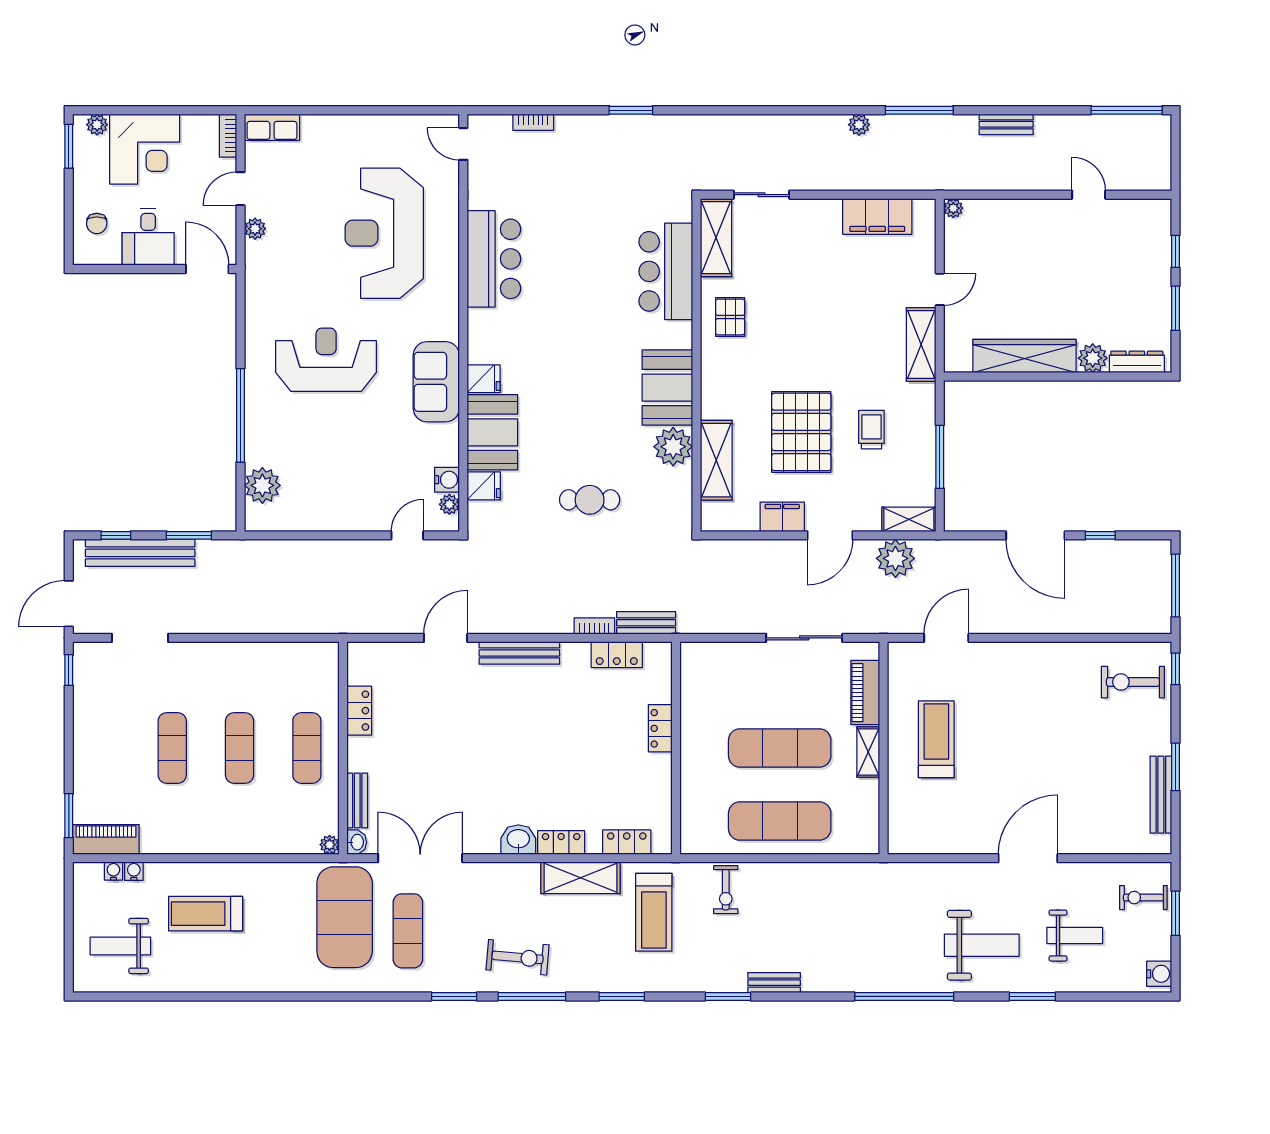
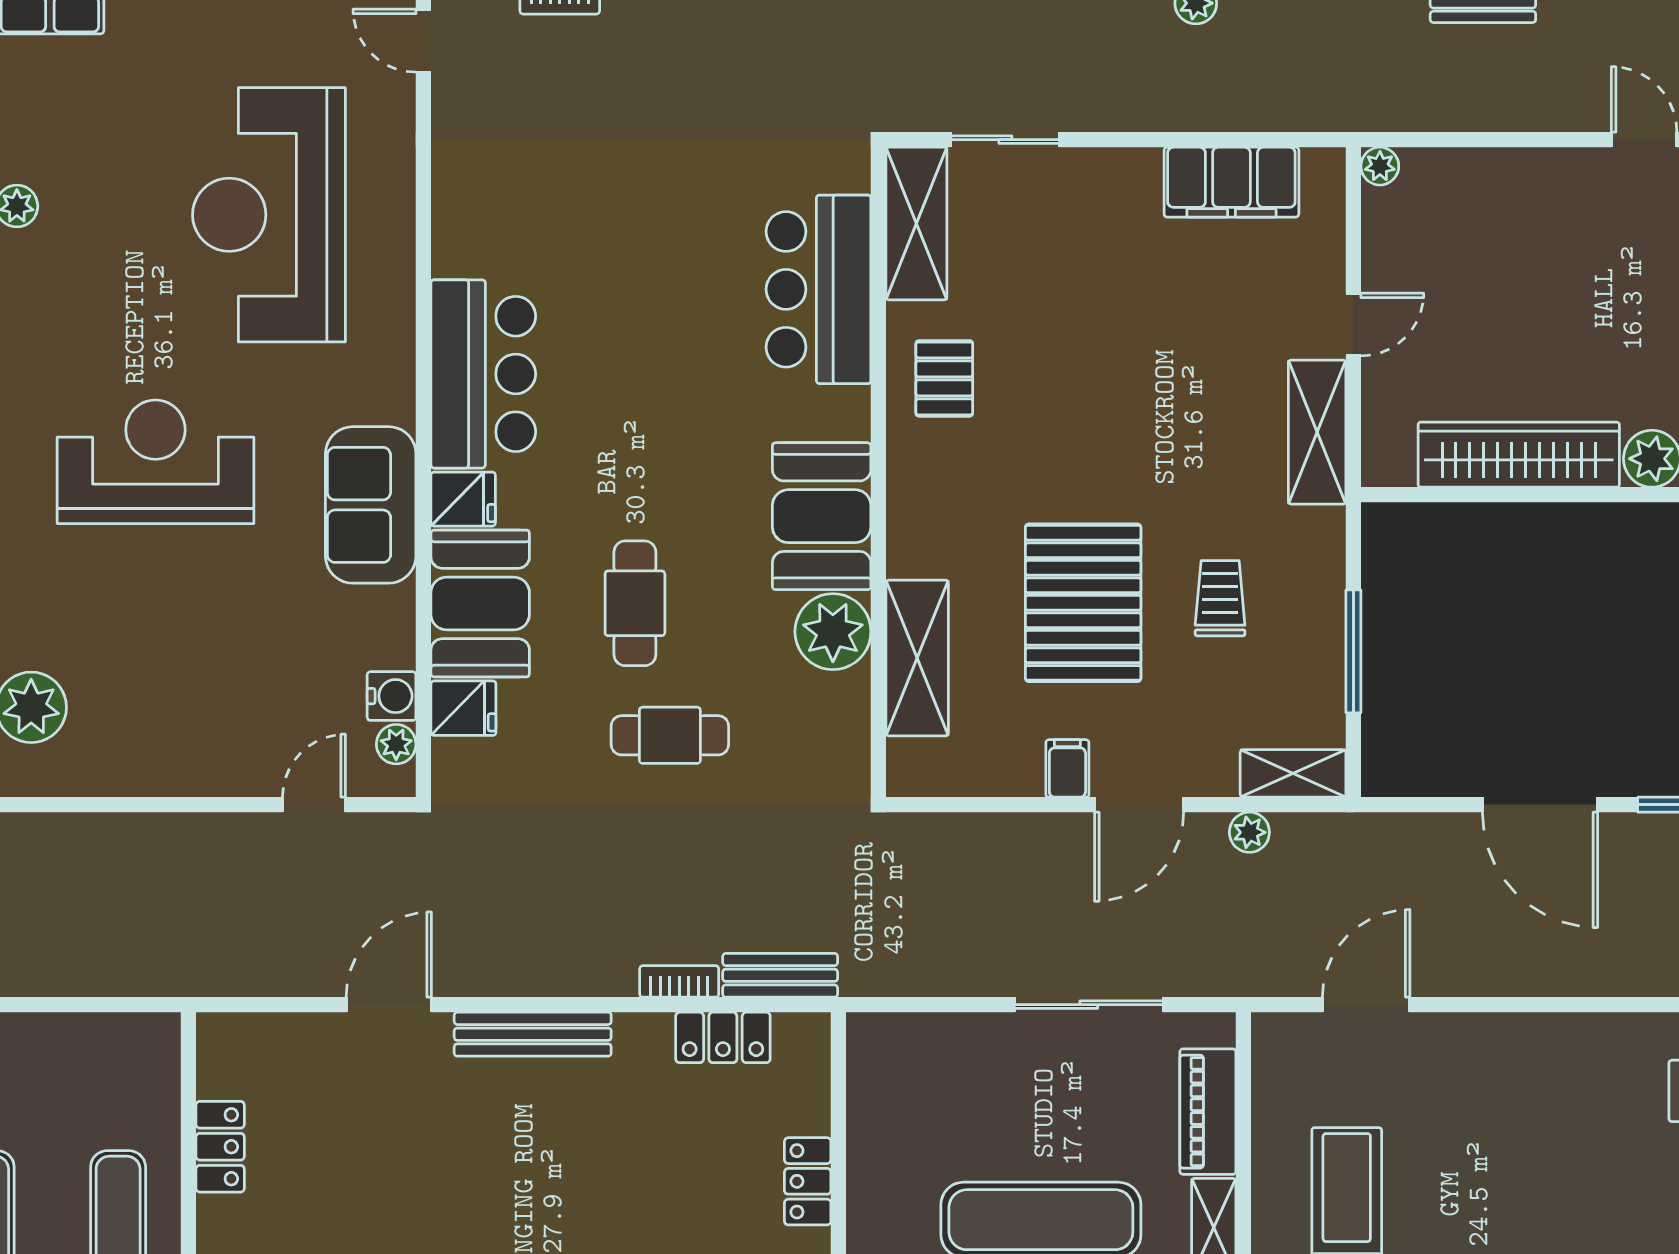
bar counter: (494, 259) -> (483, 374), moved
cafe table: (572, 432) -> (635, 603), added
filing cabinet: (782, 517) -> (1067, 768), width x0.50
plant: (895, 558) -> (1249, 832), width x0.53, depth x0.53

